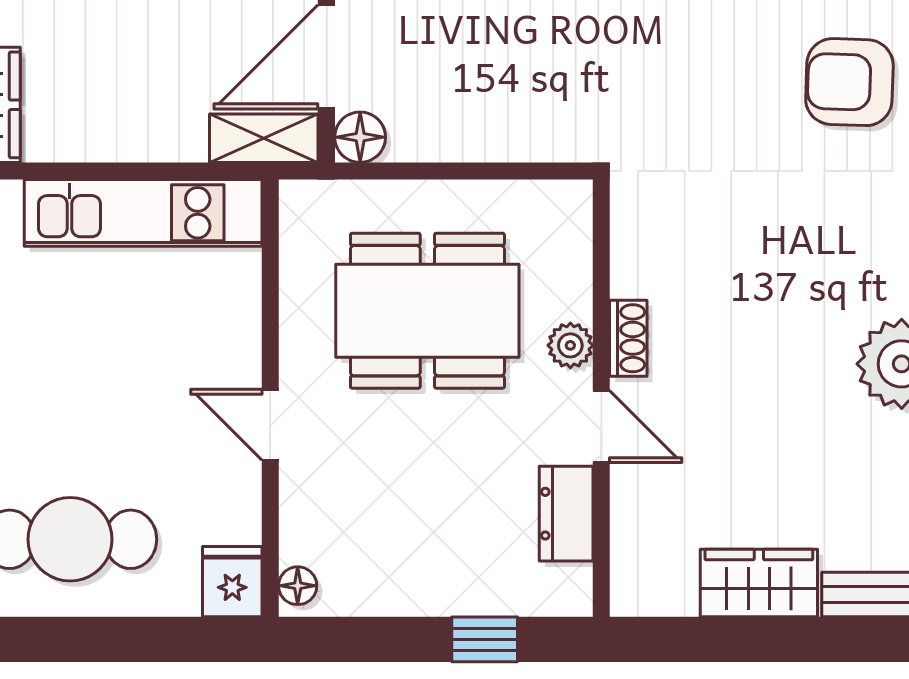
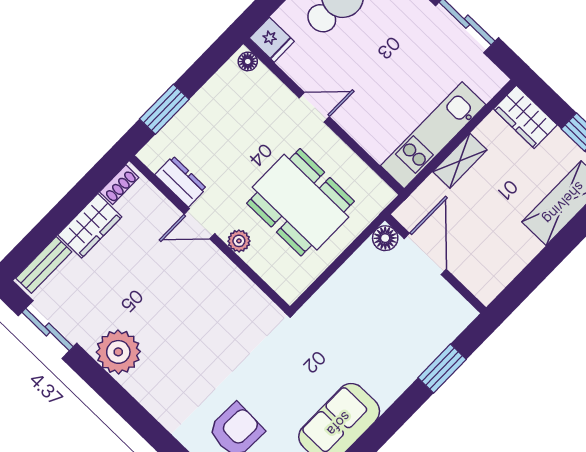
shelving: (264, 138) -> (460, 161), moved
dining table: (427, 311) -> (301, 202), turned 90
shoe rack: (628, 338) -> (119, 185), moved, turned -90
window: (485, 639) -> (164, 109), width x1.50

